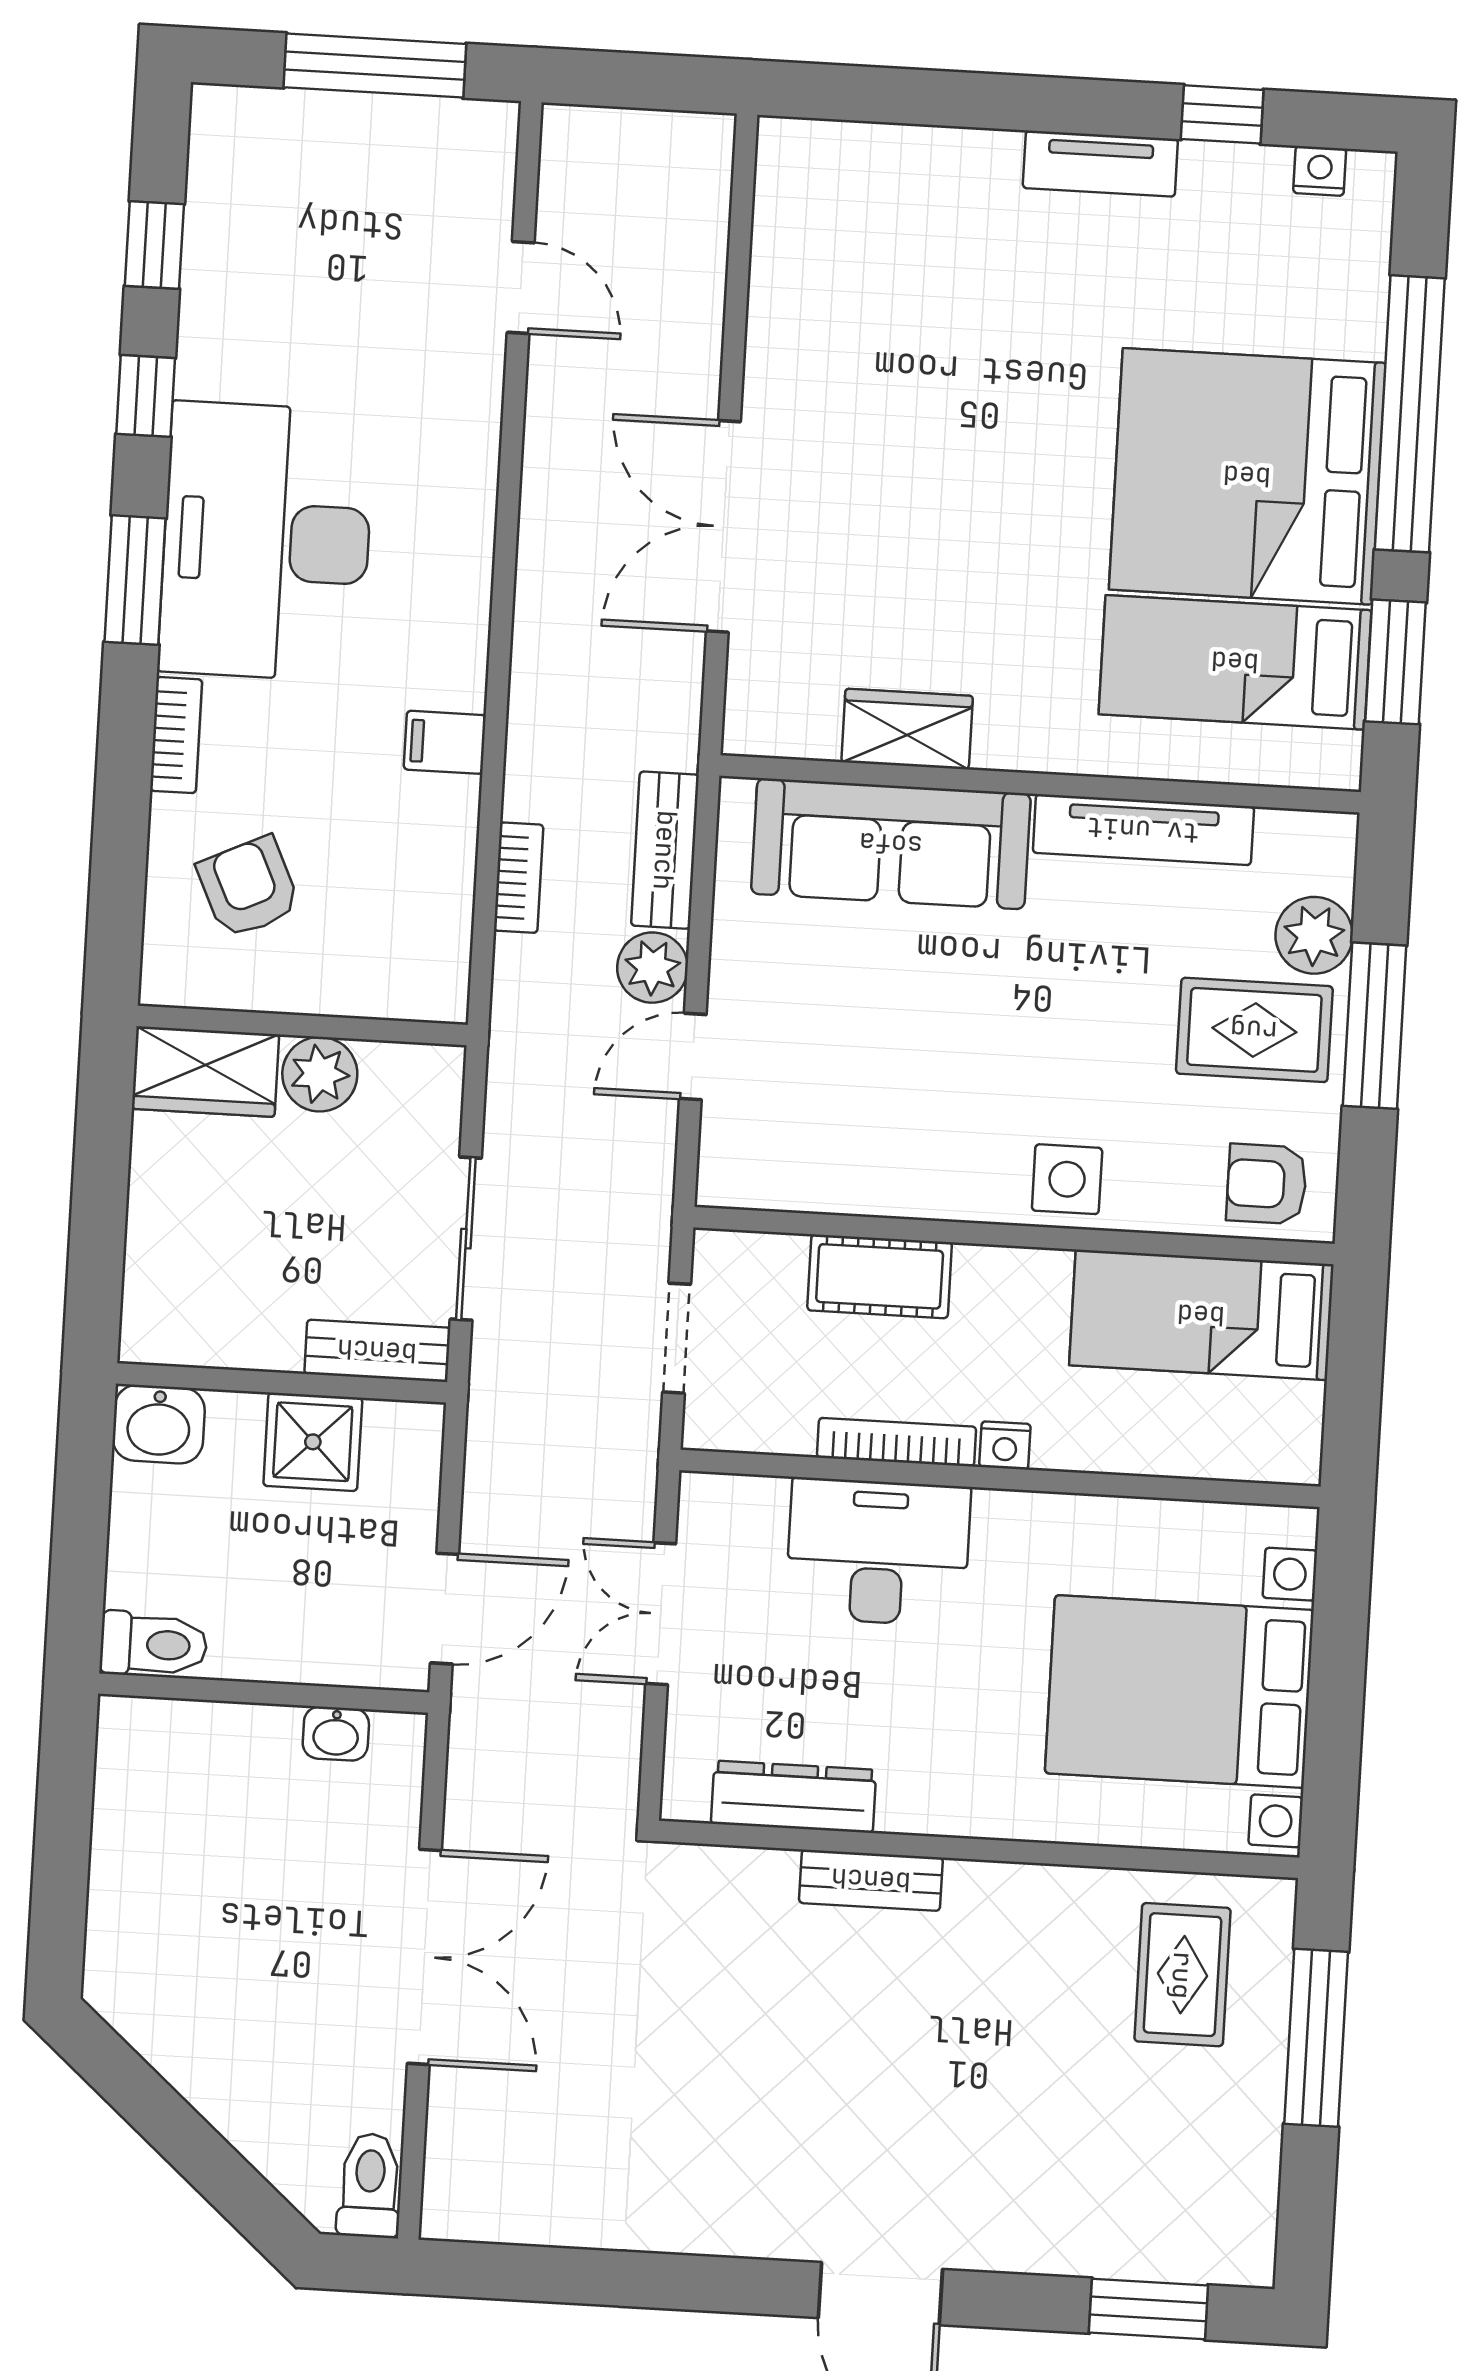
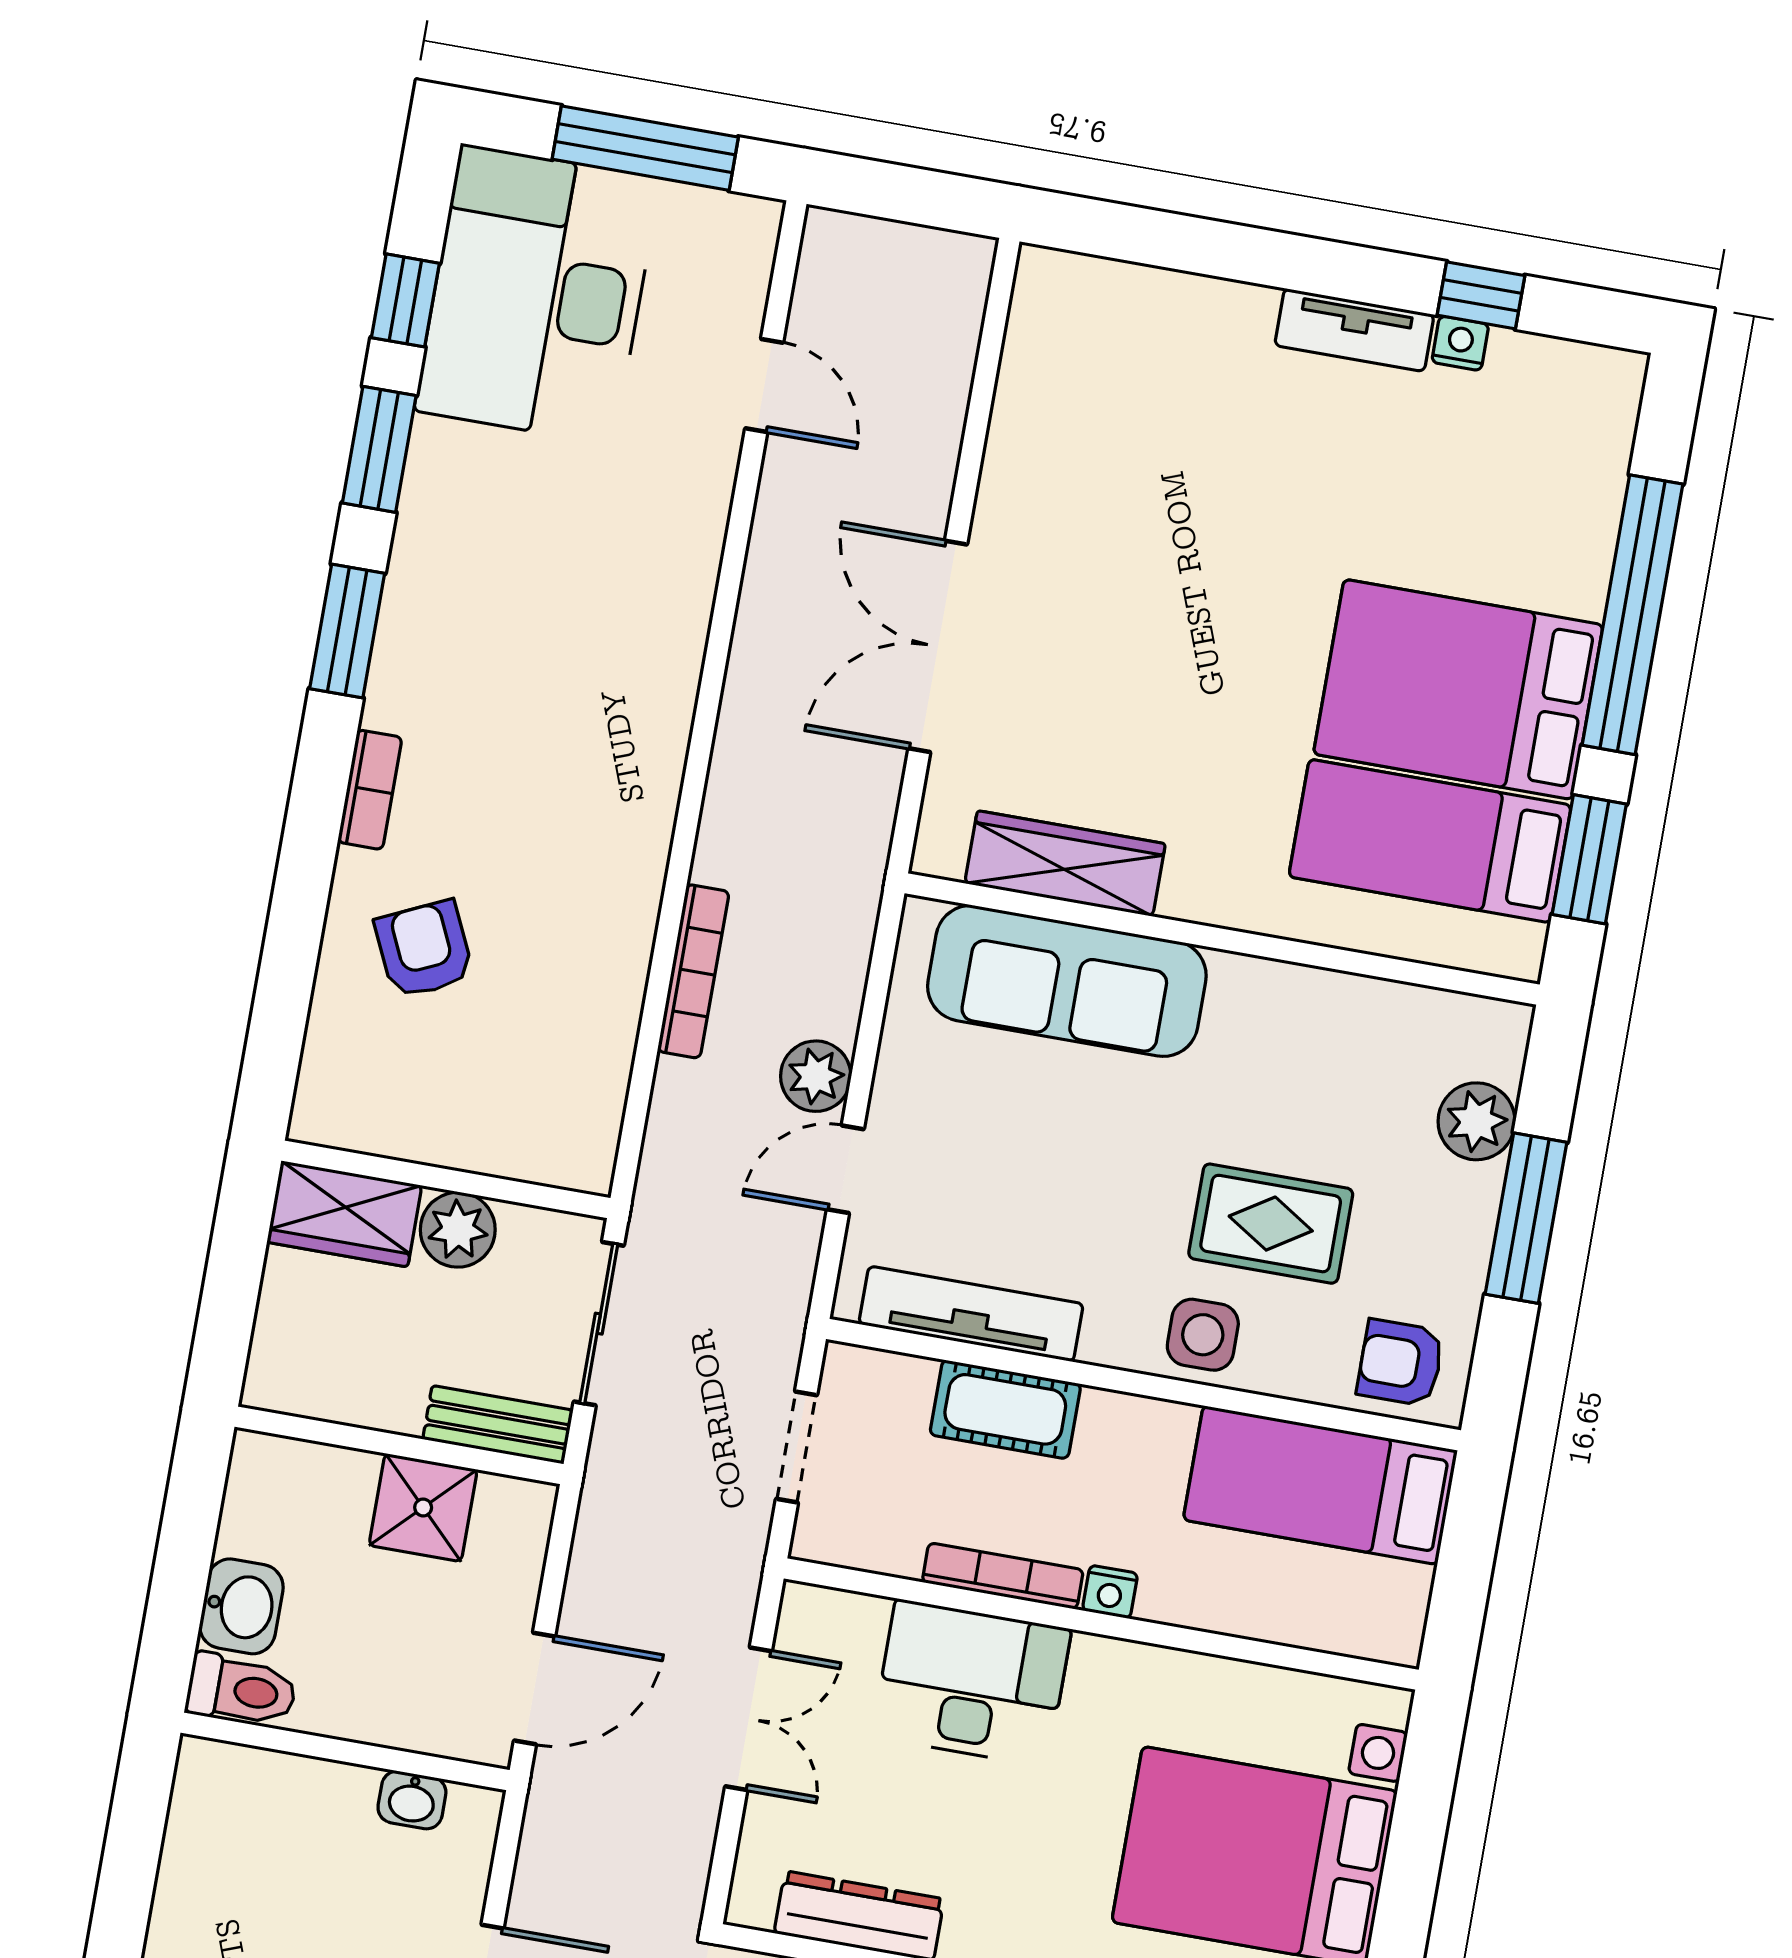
nightstand: (1320, 171) -> (1460, 343), moved
window: (146, 396) -> (379, 449), width x1.50
bed: (1247, 476) -> (1458, 689), width x0.73
desk: (266, 541) -> (537, 294), moved
wardrobe: (907, 729) -> (1065, 863), width x1.50
filing cabinet: (445, 742) -> (636, 828), removed
tv unit: (1143, 830) -> (971, 1314), moved, turned 180
bench: (665, 850) -> (842, 961), removed
bookcase: (519, 878) -> (693, 971), width x1.56
wall: (302, 1025) -> (446, 1179), moved
rug: (1254, 1030) -> (1271, 1224), moved
wardrobe: (205, 1072) -> (344, 1214), moved
plant: (320, 1074) -> (458, 1230), moved
washbasin: (159, 1424) -> (241, 1606), moved, turned -90
double door: (661, 1614) -> (749, 1719), swing flipped

